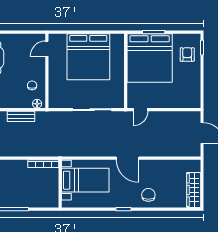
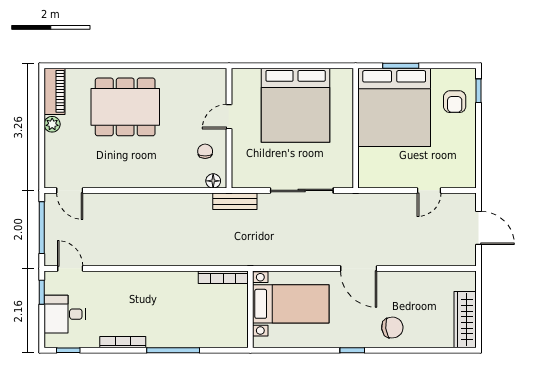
door: (47, 49) -> (229, 117), moved
armchair: (187, 54) -> (455, 102), turned 180
door: (140, 110) -> (429, 190), moved
bench: (21, 116) -> (235, 201), moved
chair: (148, 195) -> (392, 328), turned 83

